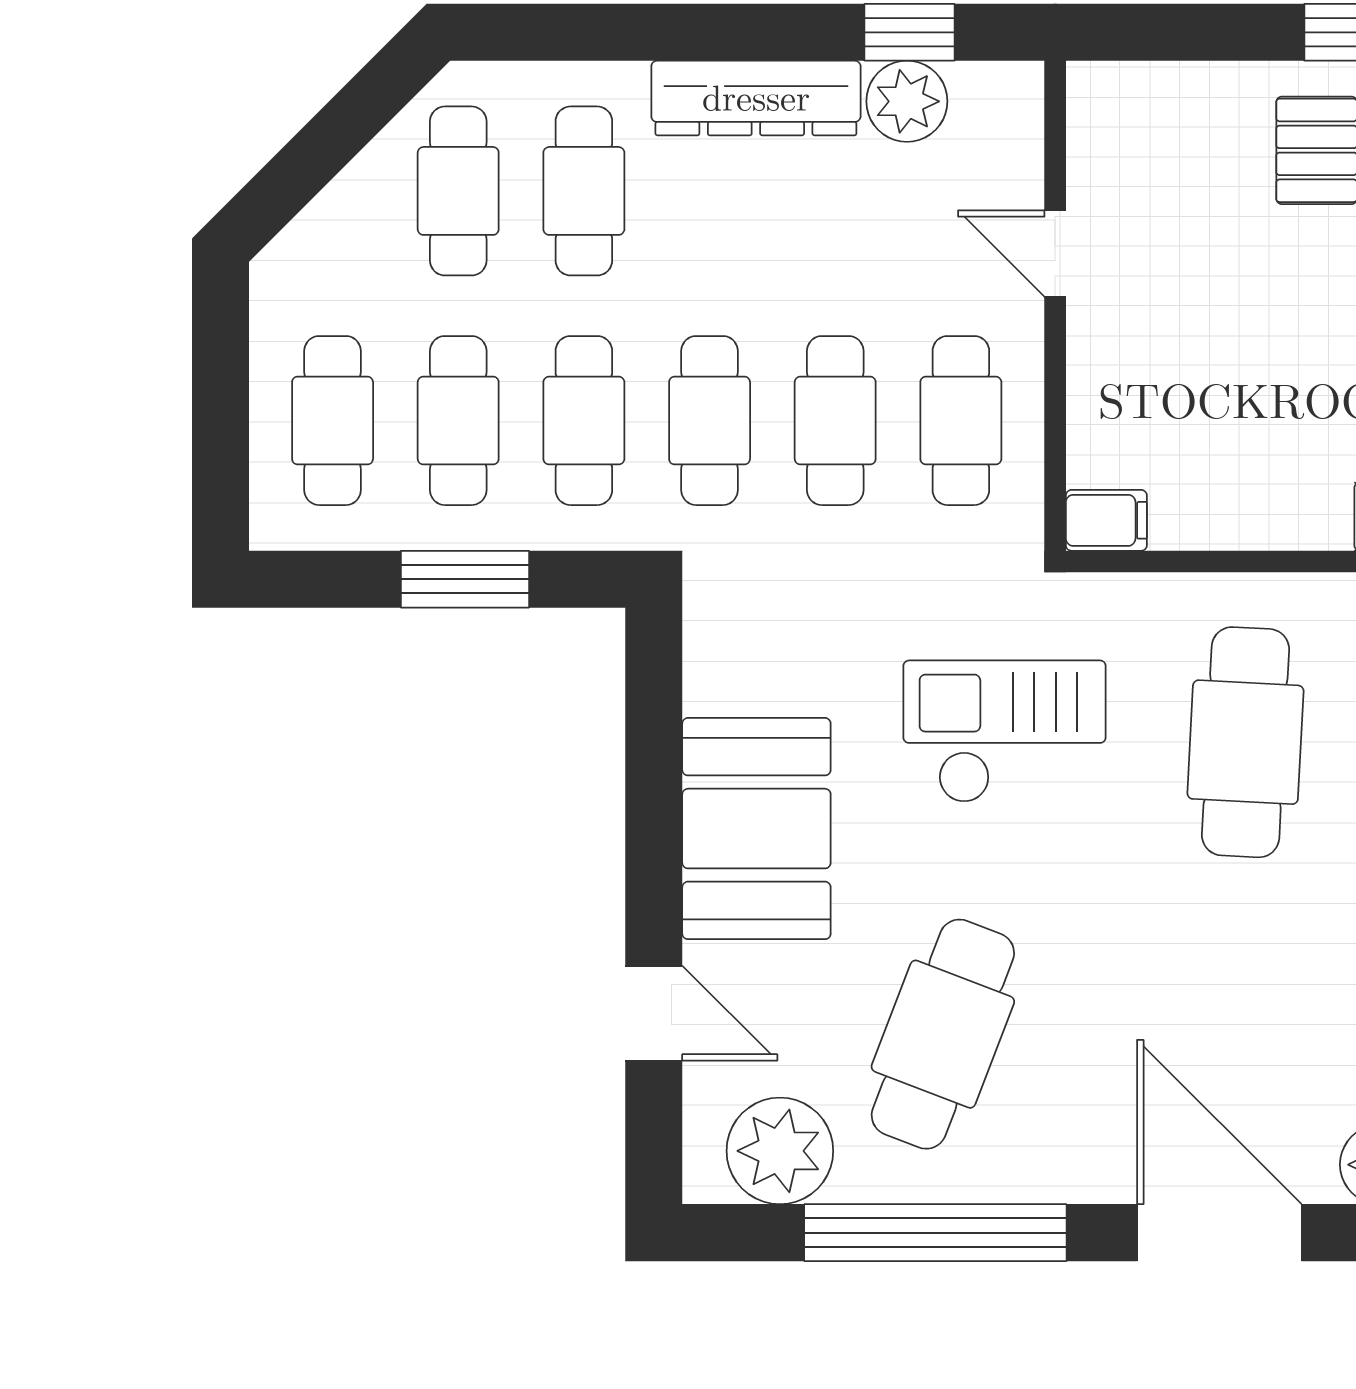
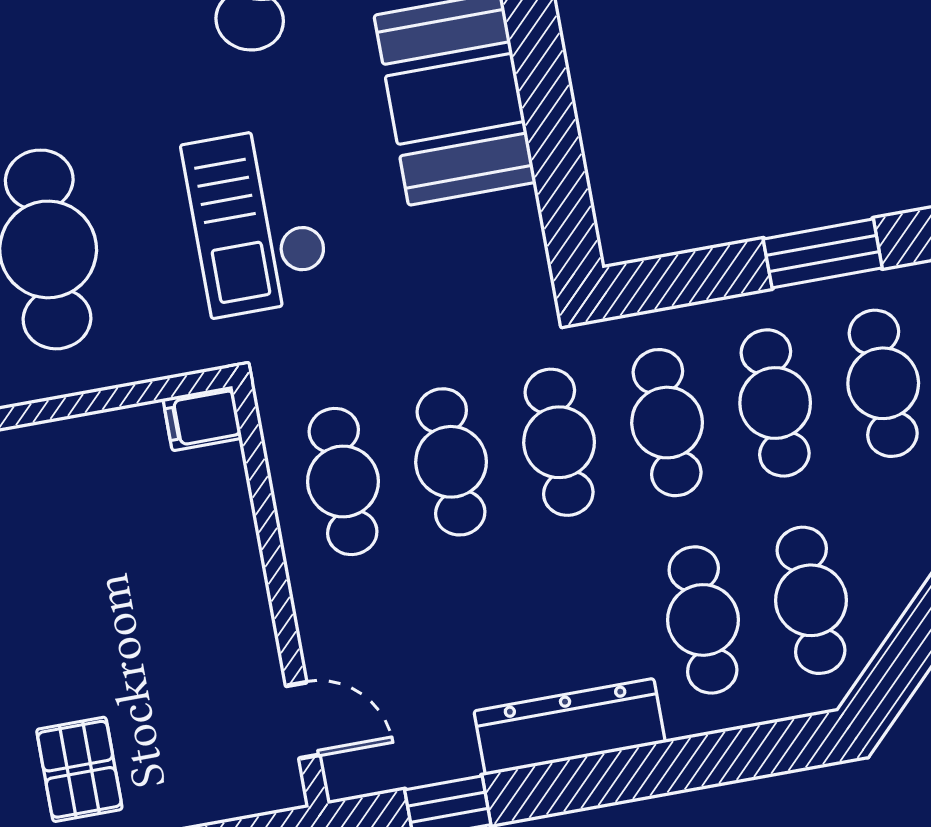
plant: (907, 101) -> (439, 747), removed
door: (1055, 253) -> (303, 720), moved
window: (465, 579) -> (823, 253), moved
checkout: (1005, 732) -> (257, 221), turned 90

